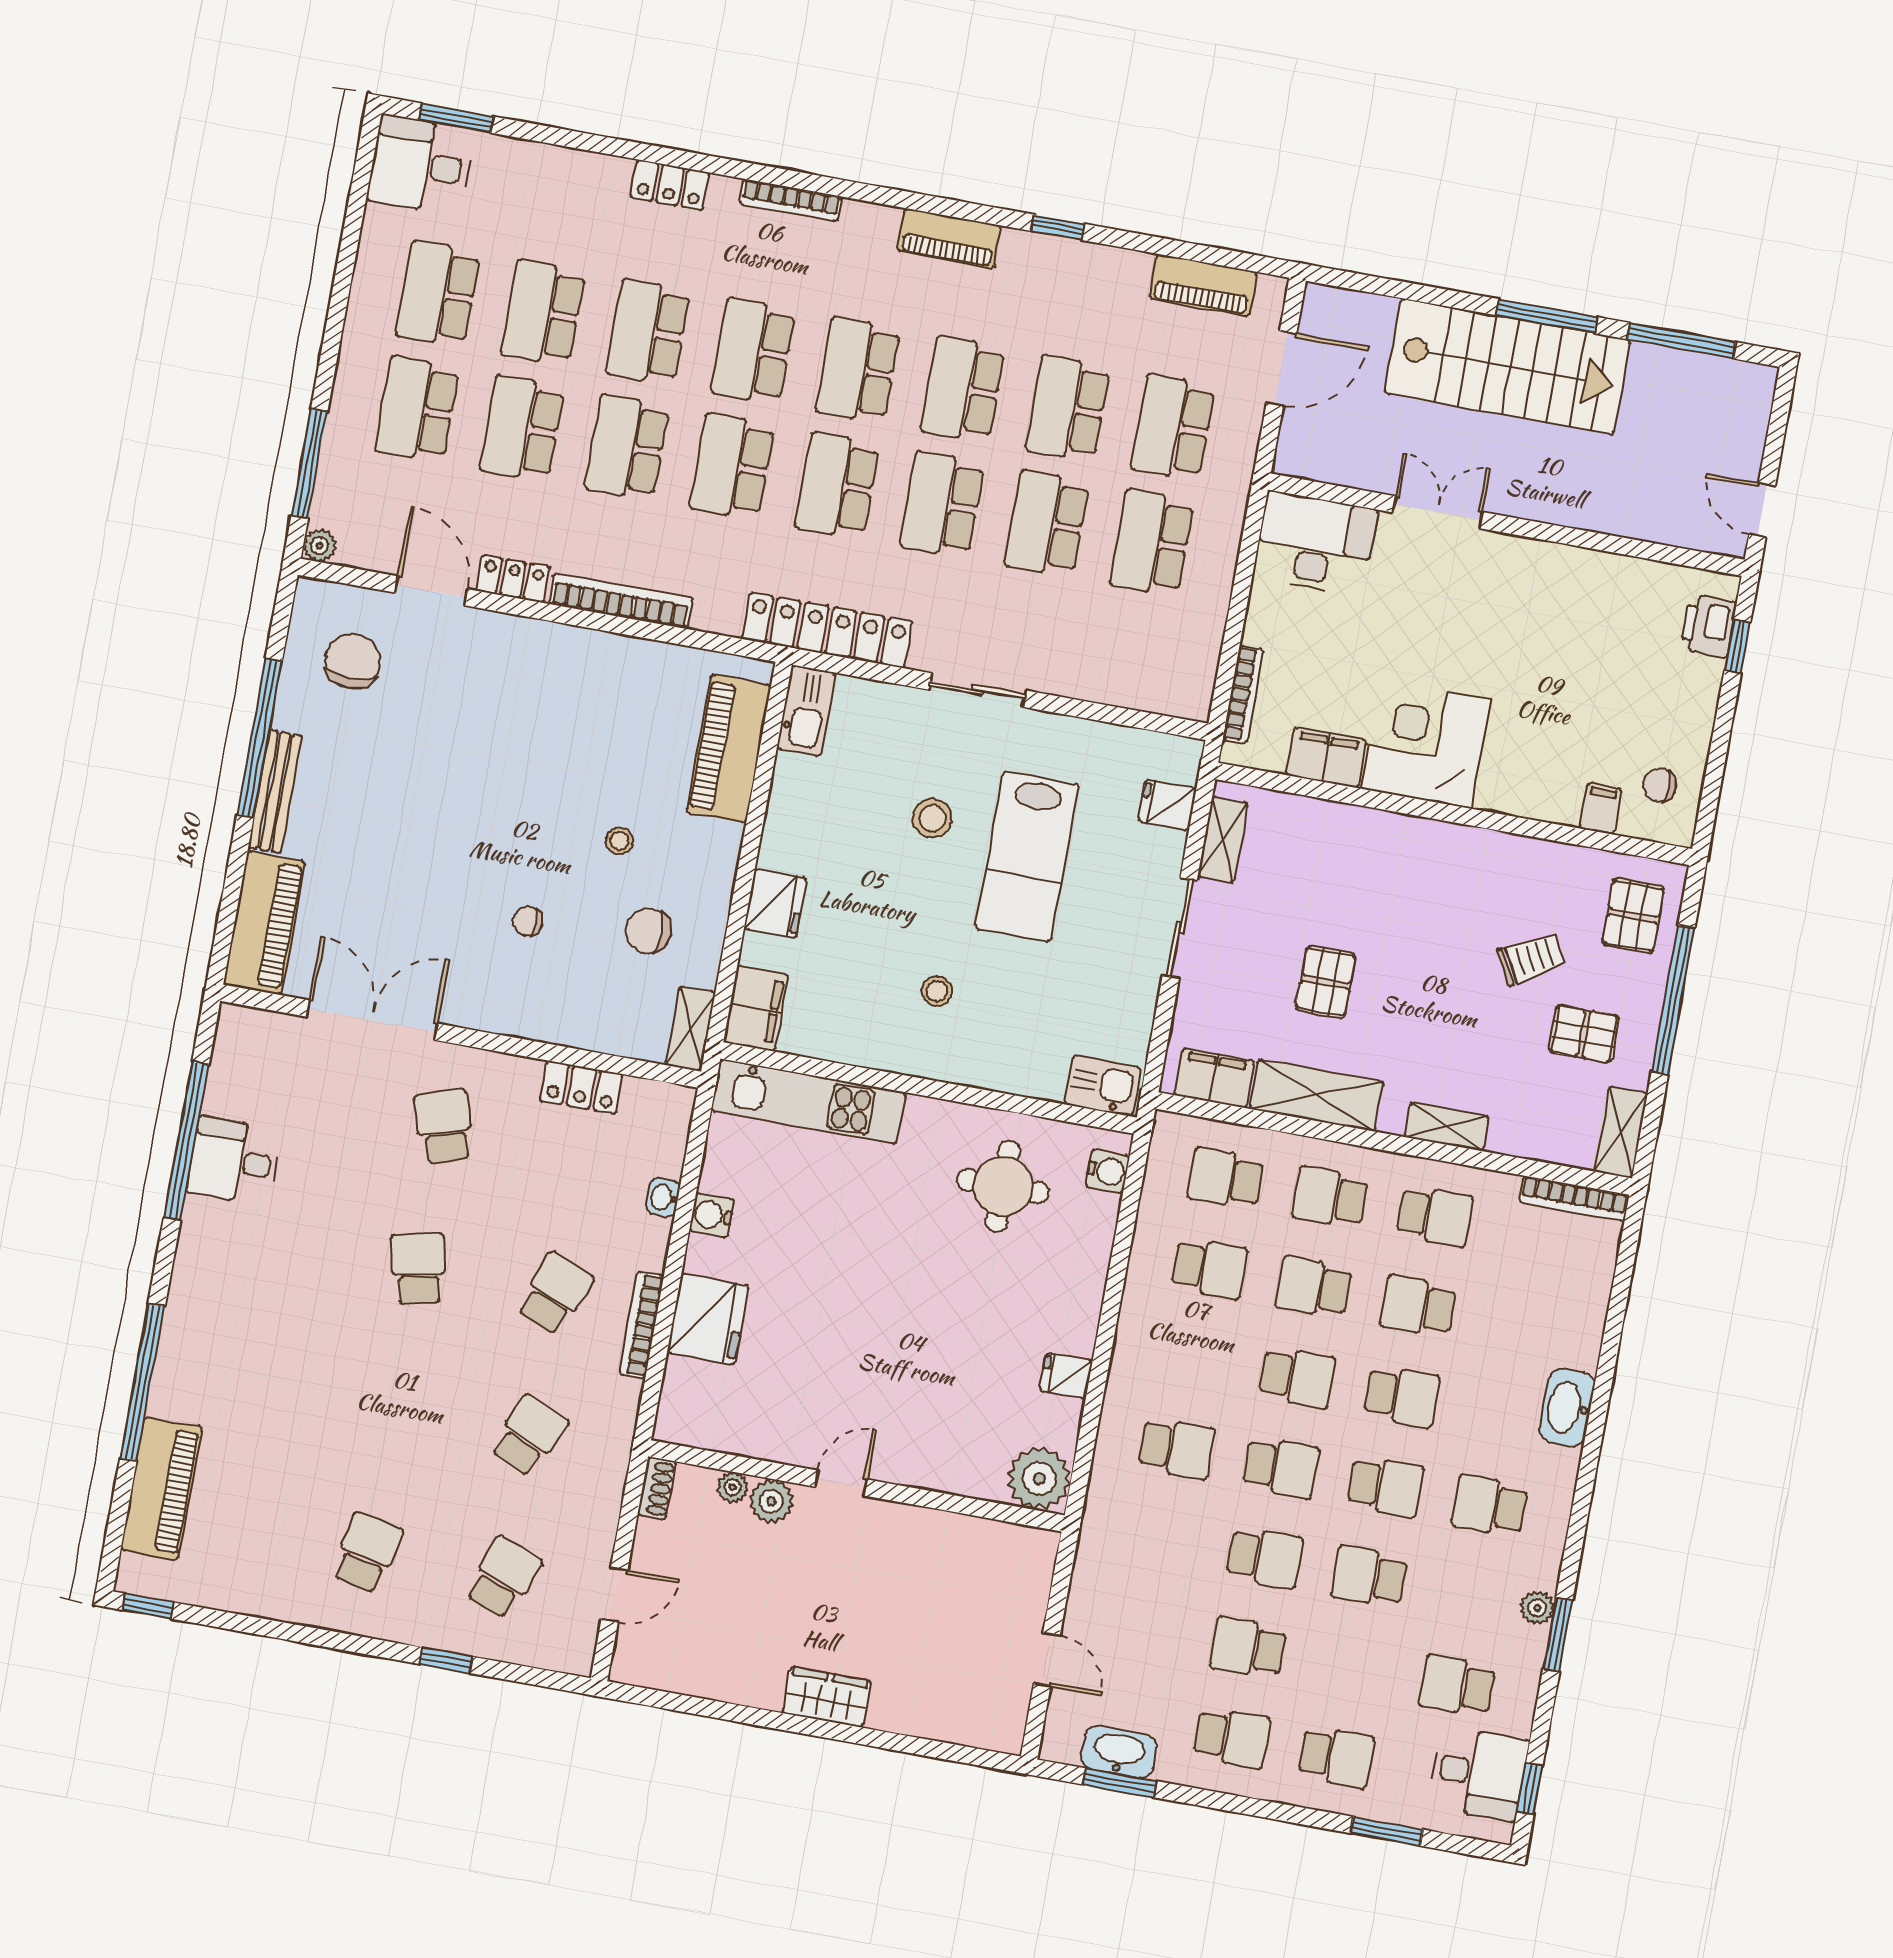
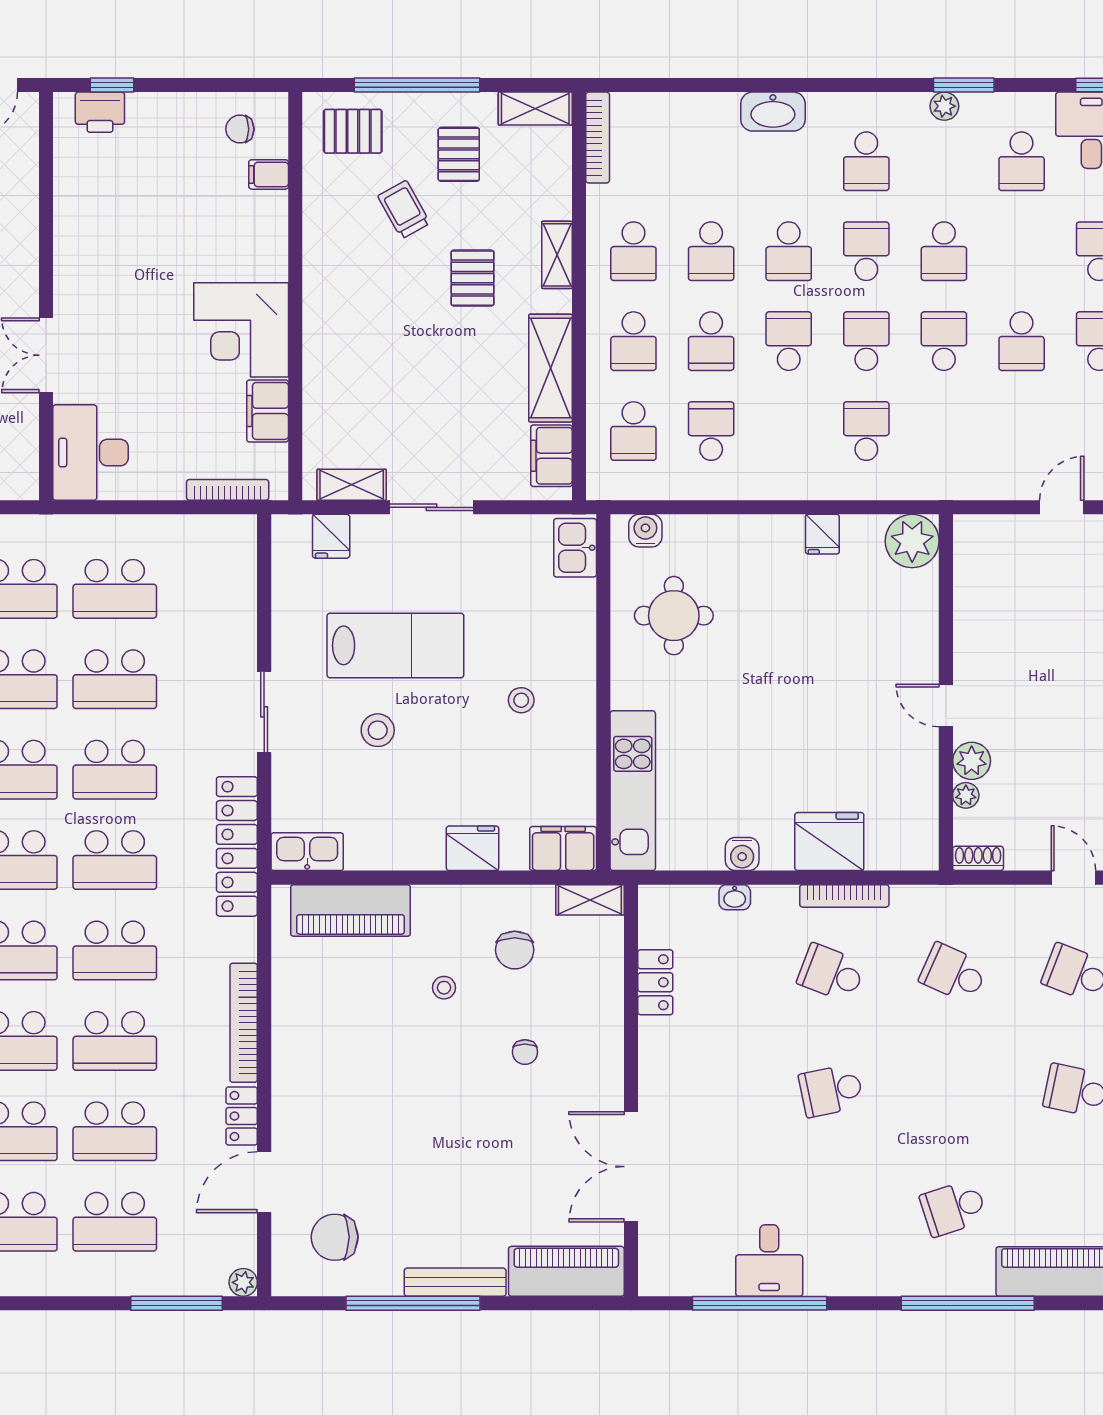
chair: (1659, 785) -> (240, 129), turned 90
pallet: (1326, 982) -> (473, 278), moved, turned 90
school desk: (444, 1127) -> (953, 1208), moved
school desk: (1435, 1216) -> (633, 251), turned 180
school desk: (1402, 1396) -> (789, 251), turned 180

